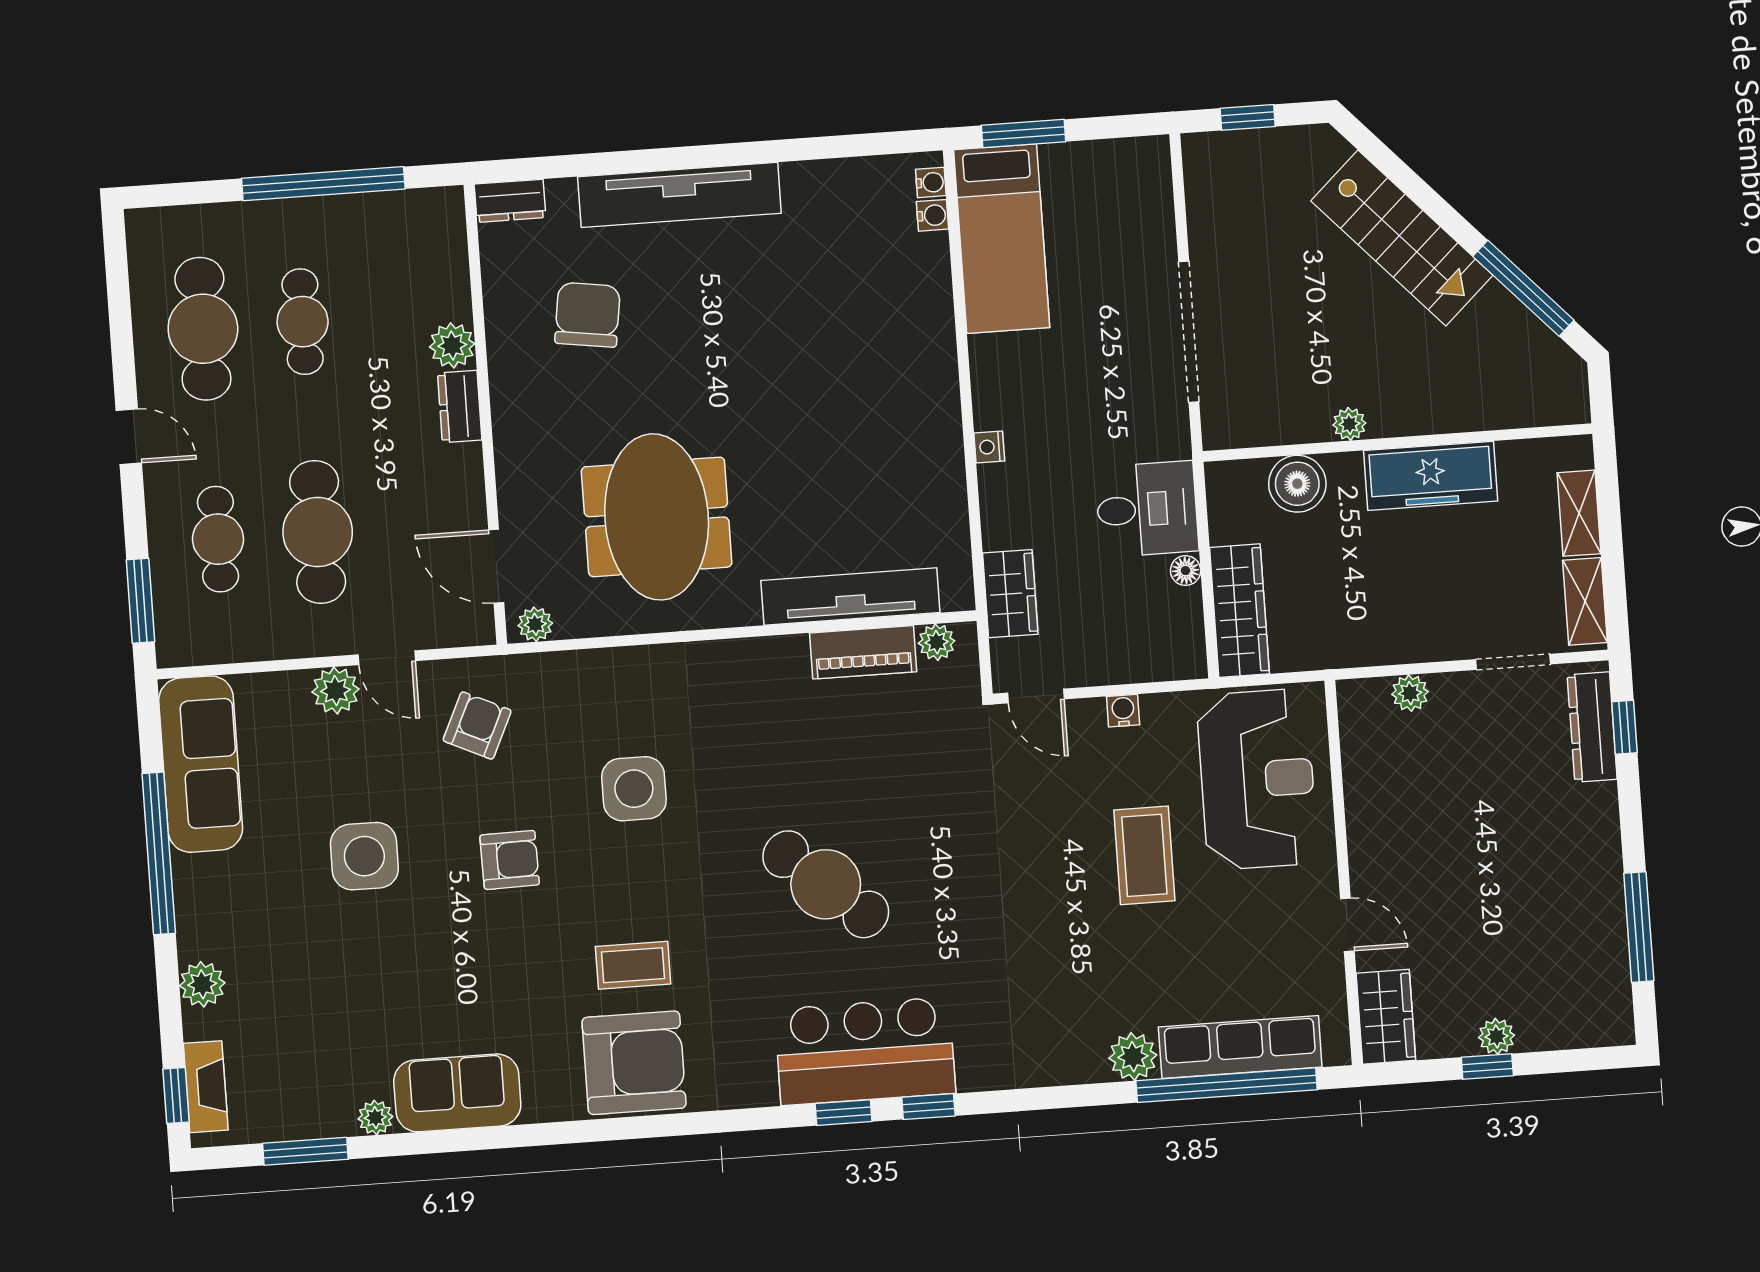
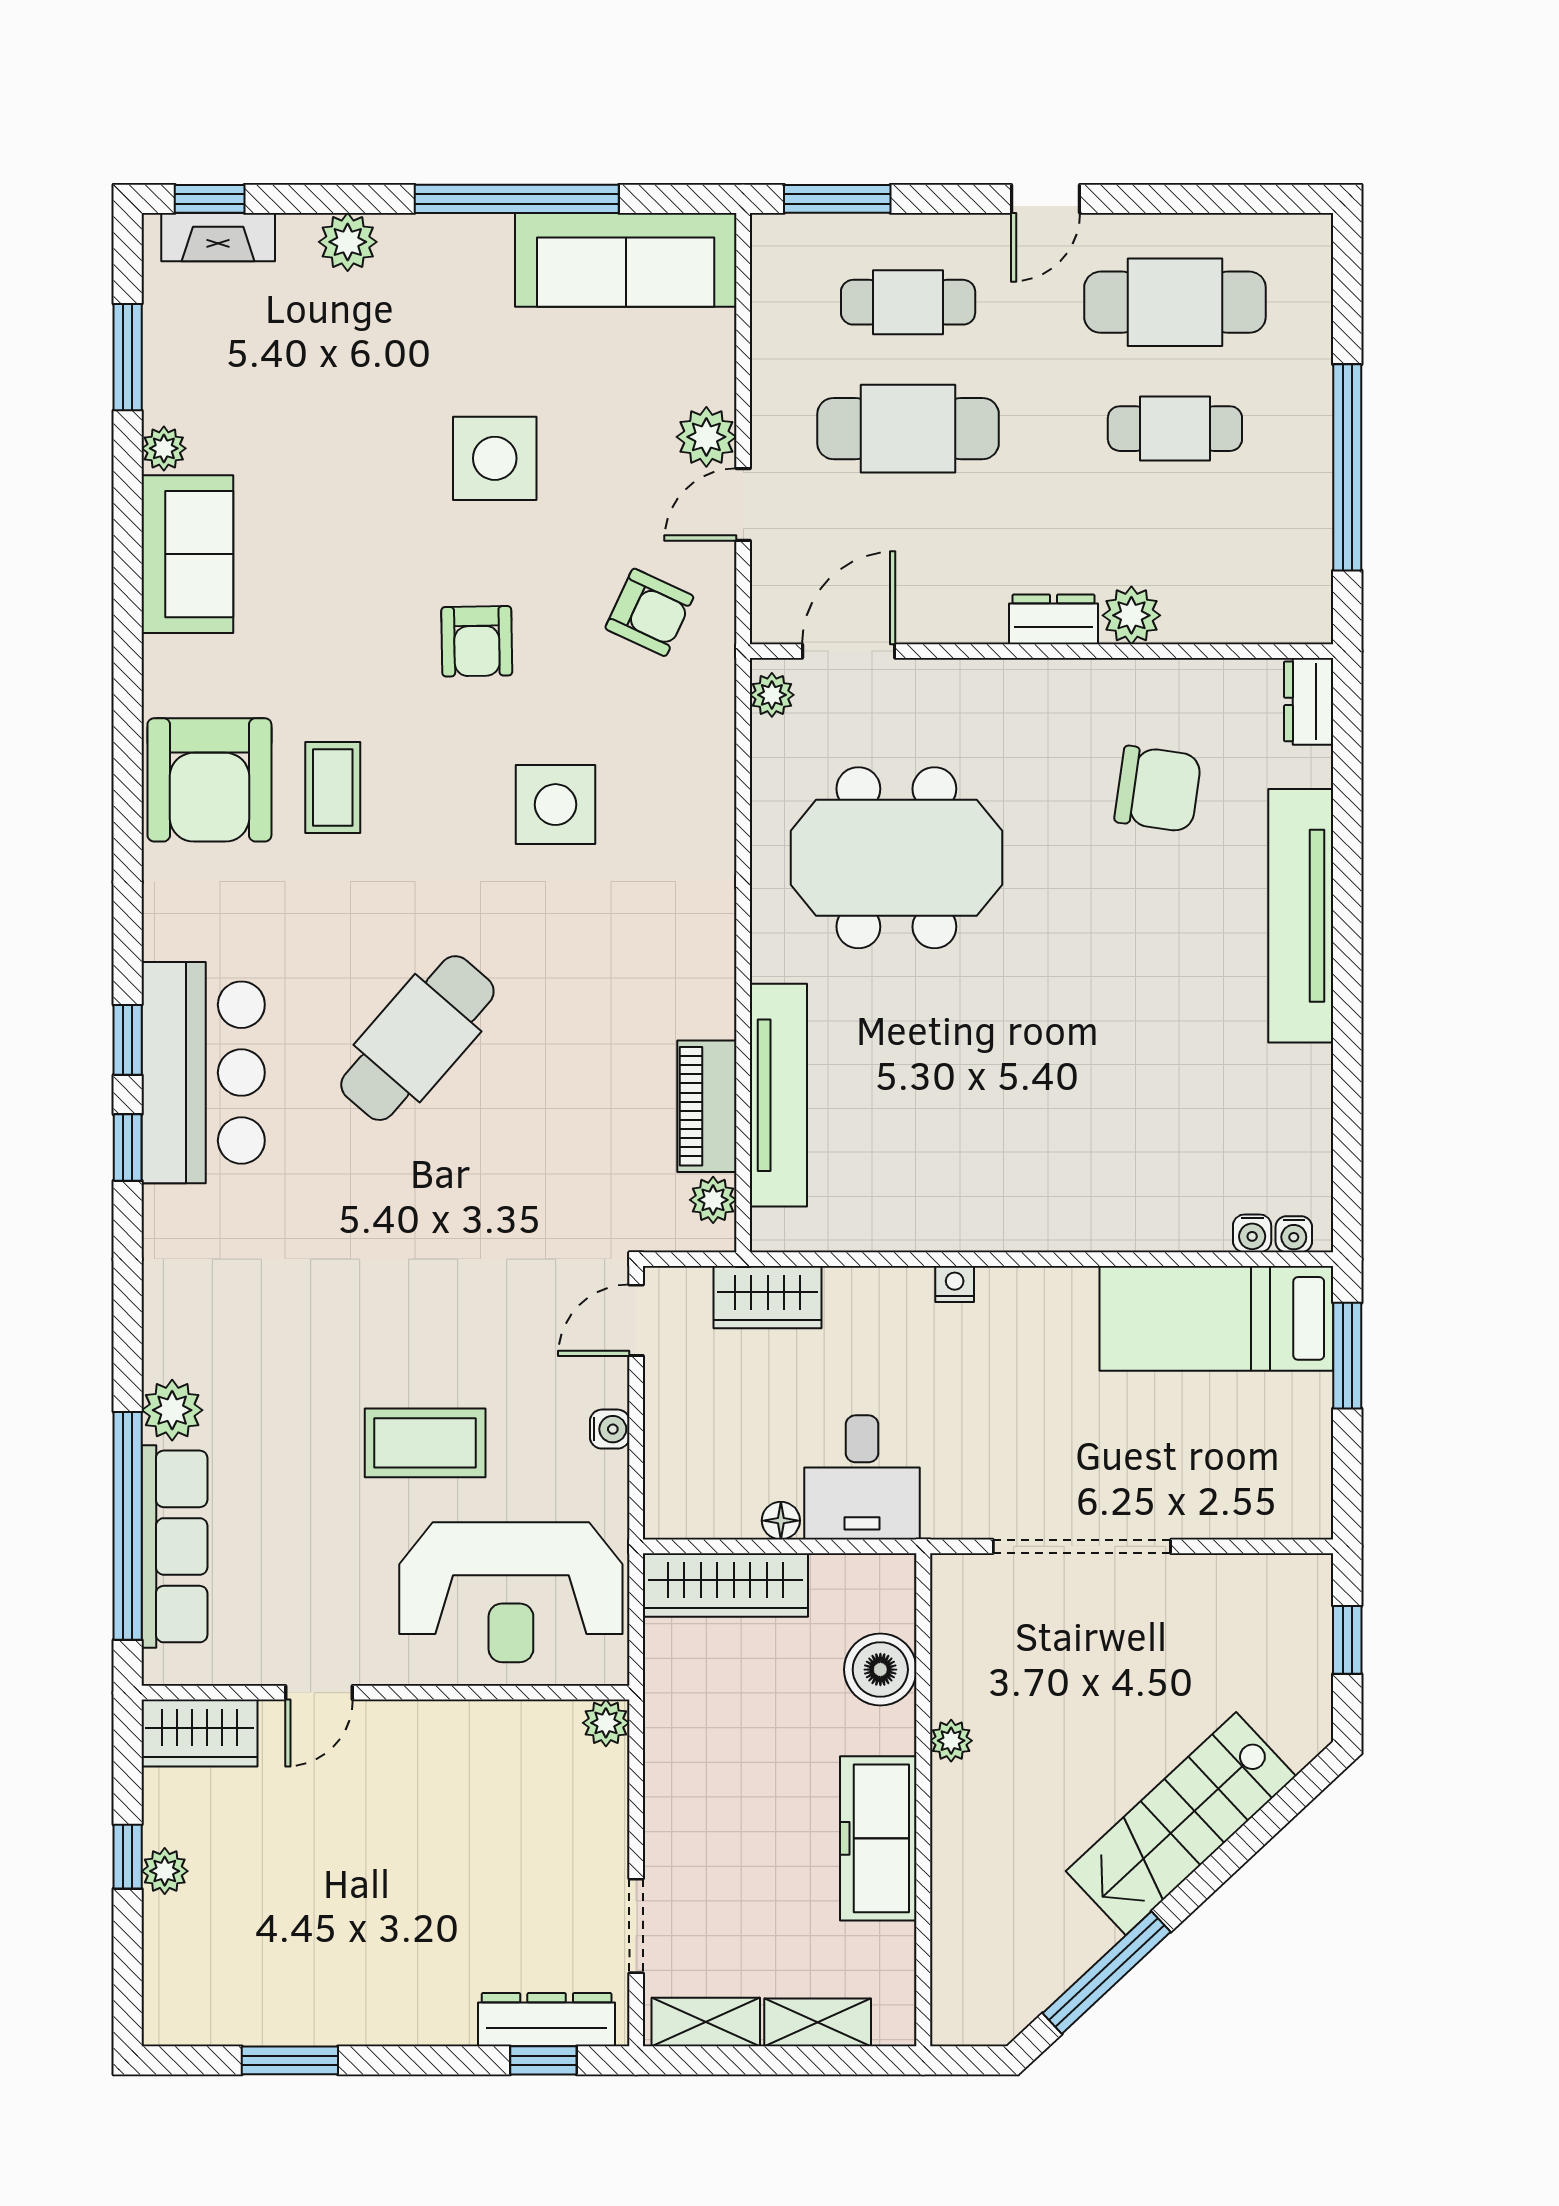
plant: (1410, 693) -> (606, 1723), moved
window: (1639, 927) -> (290, 2060), width x0.69

